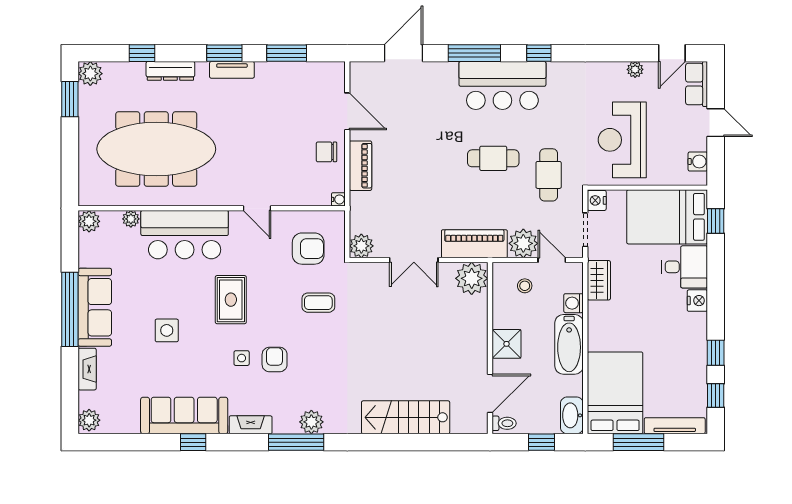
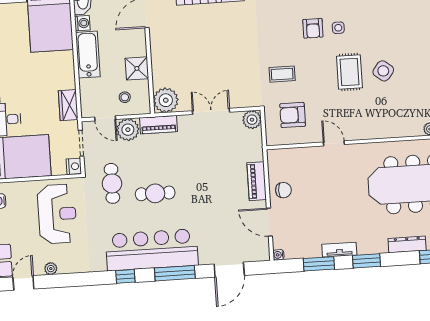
tv unit: (232, 70) -> (339, 250), moved
bar counter: (502, 85) -> (152, 250), width x1.36
water cooler: (338, 199) -> (278, 255), moved
bar counter: (185, 235) -> (388, 120), removed
piano: (474, 244) -> (159, 125), width x0.73, depth x0.75
washing machine: (574, 303) -> (82, 23), moved
side table: (167, 330) -> (383, 71), moved, turned 38
shower: (507, 344) -> (137, 68), moved

